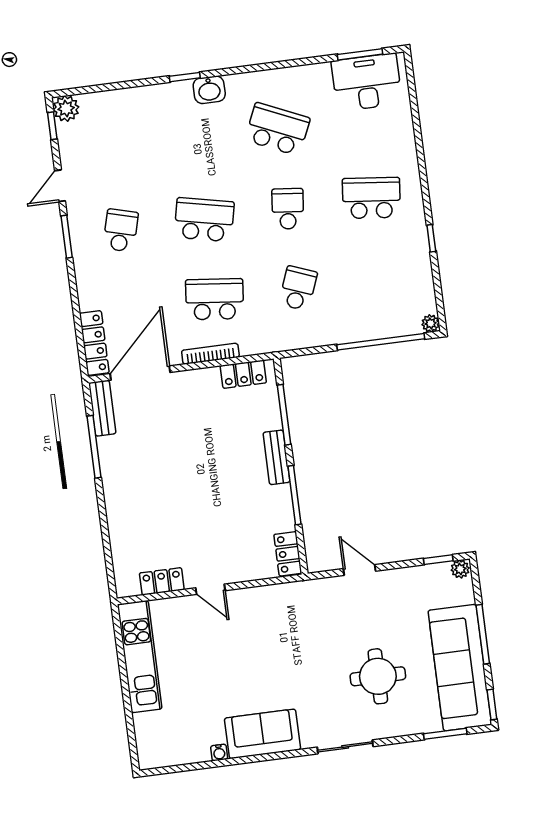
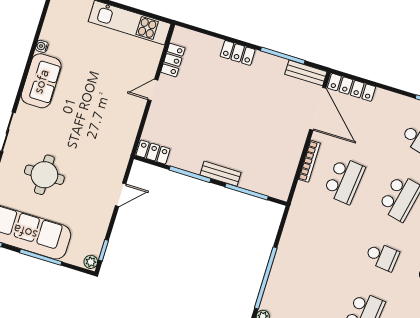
school desk: (298, 288) -> (326, 239), removed
locker: (243, 374) -> (238, 53), moved, turned -90

